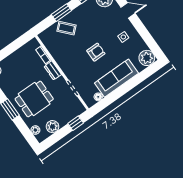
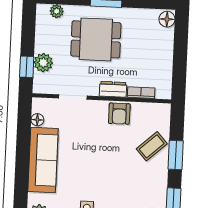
armchair: (96, 52) -> (119, 114), moved
dining table: (34, 99) -> (96, 39), turned 90
plant: (53, 127) -> (43, 63), moved

